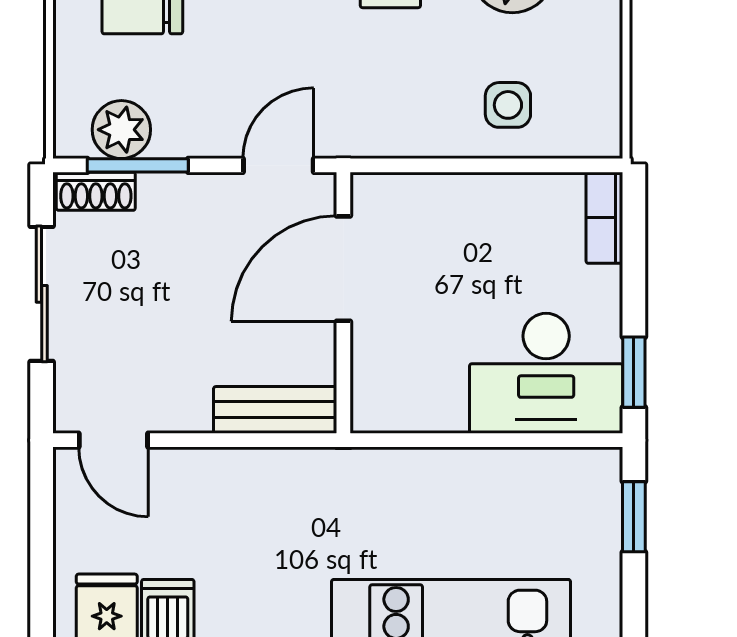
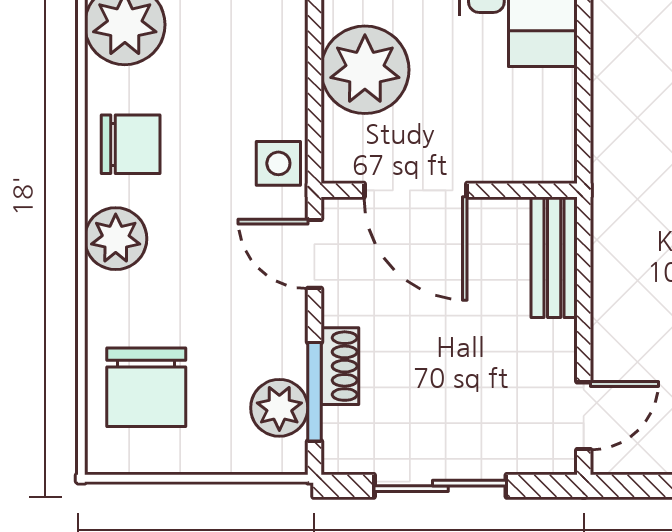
side table: (508, 105) -> (278, 163), moved
shoe rack: (96, 191) -> (340, 366), moved
plant: (466, 217) -> (365, 70), added

